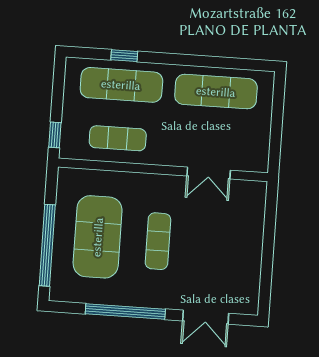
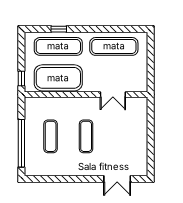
exercise mat: (118, 138) -> (58, 78), width x2.00, depth x1.45
exercise mat: (98, 237) -> (51, 136), width x0.50, depth x0.69
window: (125, 311) -> (70, 179), removed

